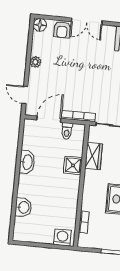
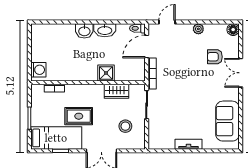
armchair: (62, 30) -> (215, 57), moved
door: (49, 119) -> (147, 46), swing flipped
toilet: (67, 131) -> (137, 28), moved
washbasin: (23, 207) -> (84, 31), moved

